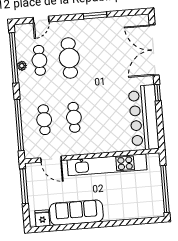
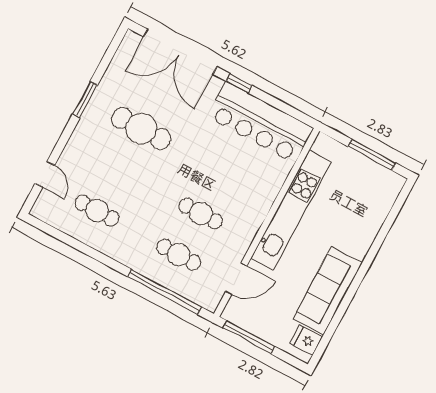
window: (14, 58) -> (72, 242), removed
cafe table: (69, 58) -> (141, 128), moved
plant: (22, 66) -> (89, 238), removed
window: (165, 189) -> (372, 155), width x0.68

